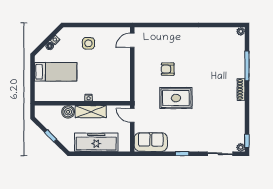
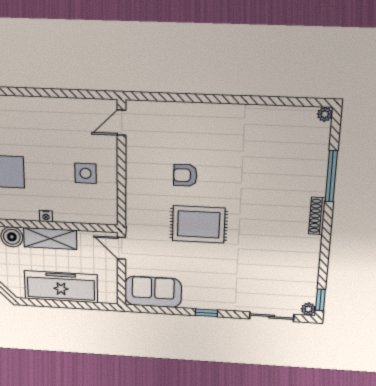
side table: (88, 43) -> (86, 173), moved

